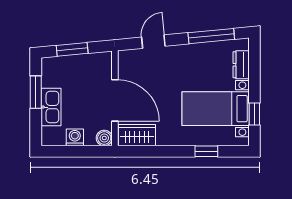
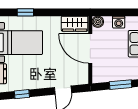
window: (211, 36) -> (22, 94), width x0.46

